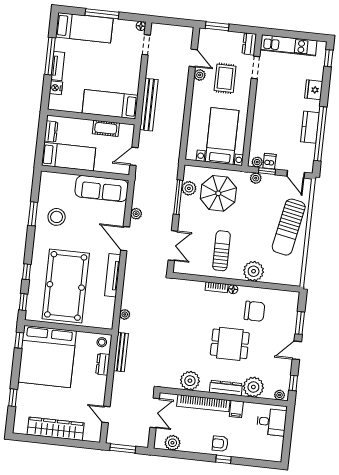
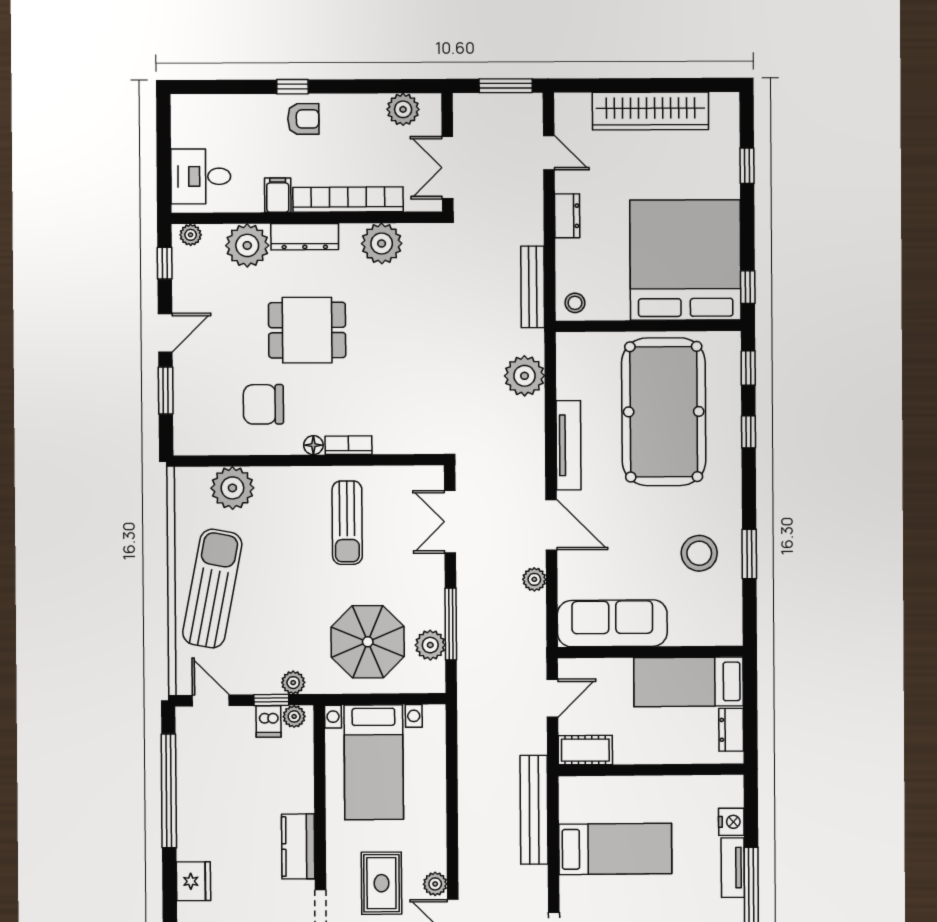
bed: (110, 104) -> (615, 849), moved
kitchen counter: (310, 127) -> (298, 846), moved, turned 180
cot: (106, 128) -> (585, 750), moved
plant: (254, 271) -> (232, 488), moved
plant: (125, 314) -> (525, 376), width x1.87, depth x1.87
dresser: (103, 364) -> (567, 216), moved

